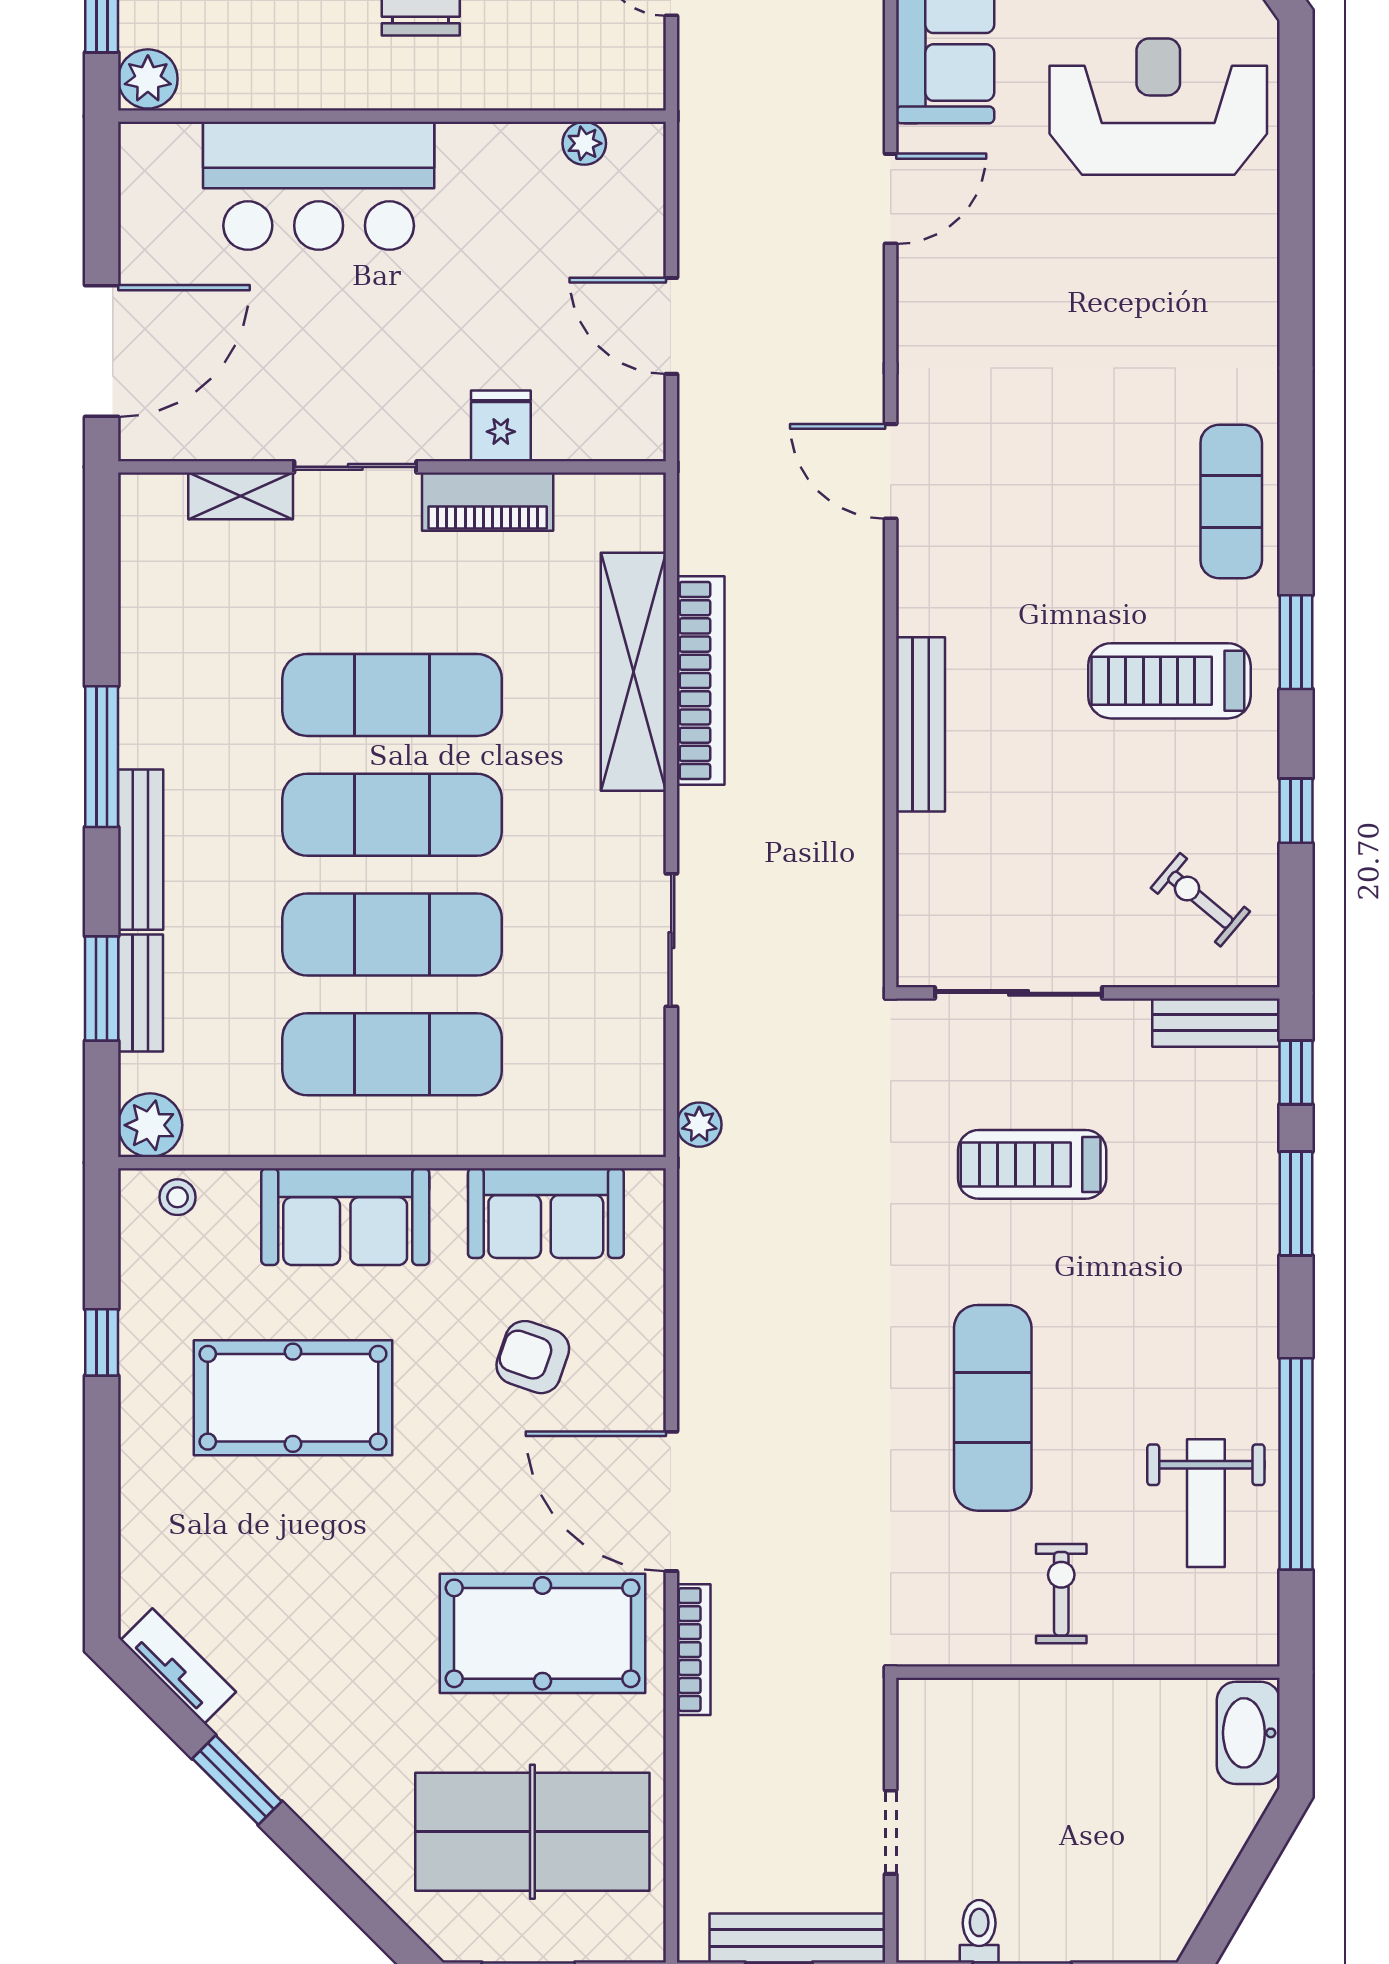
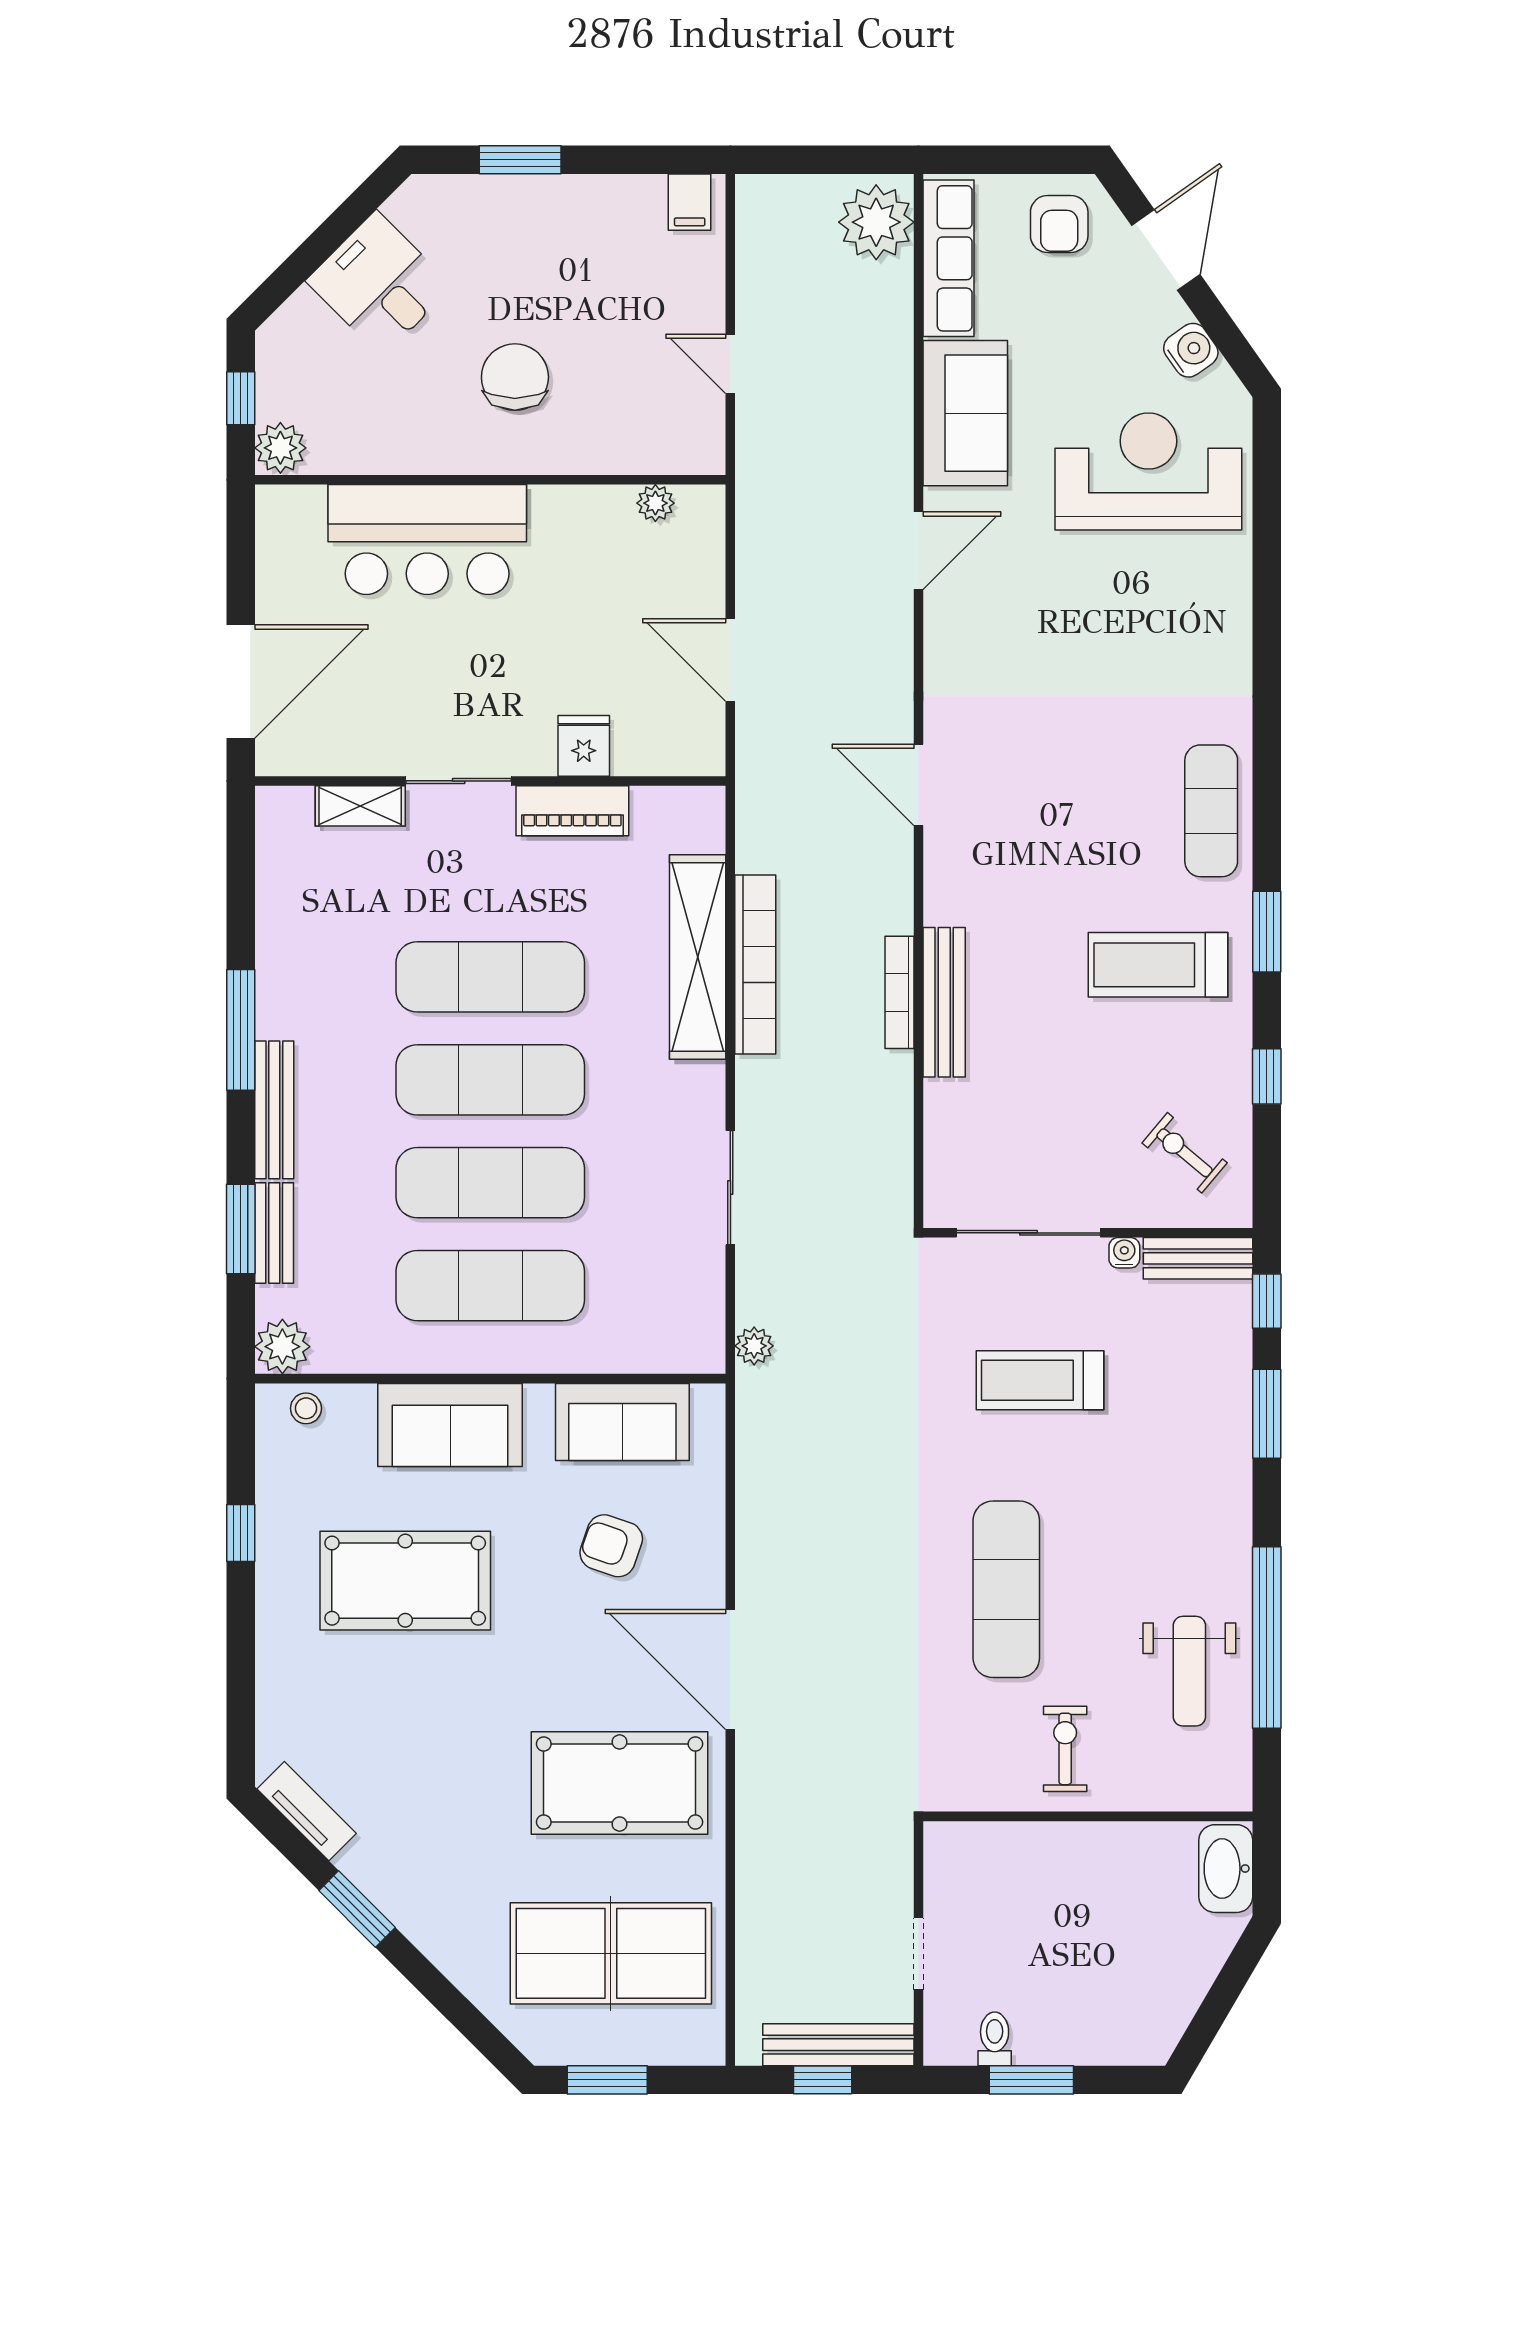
water cooler: (1130, 1016) -> (1124, 1253), added
bookcase: (694, 1650) -> (899, 992), moved, turned 180

